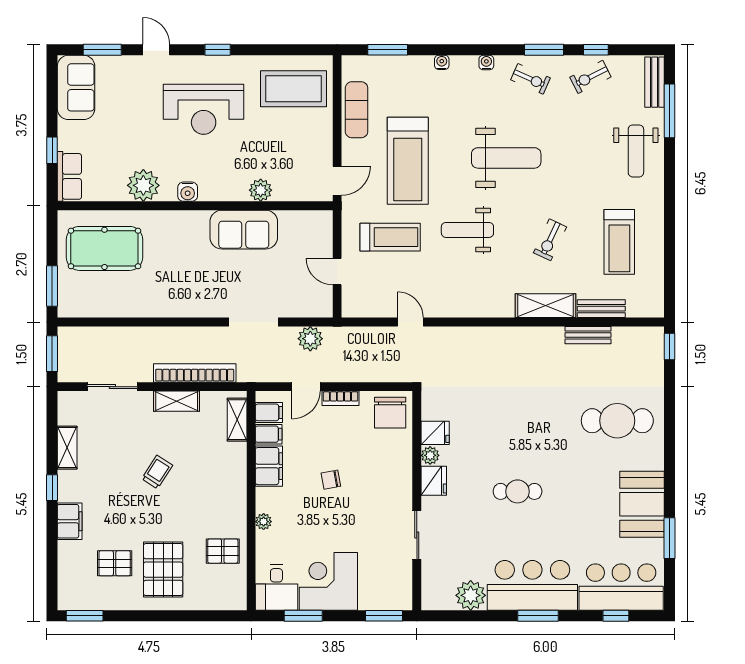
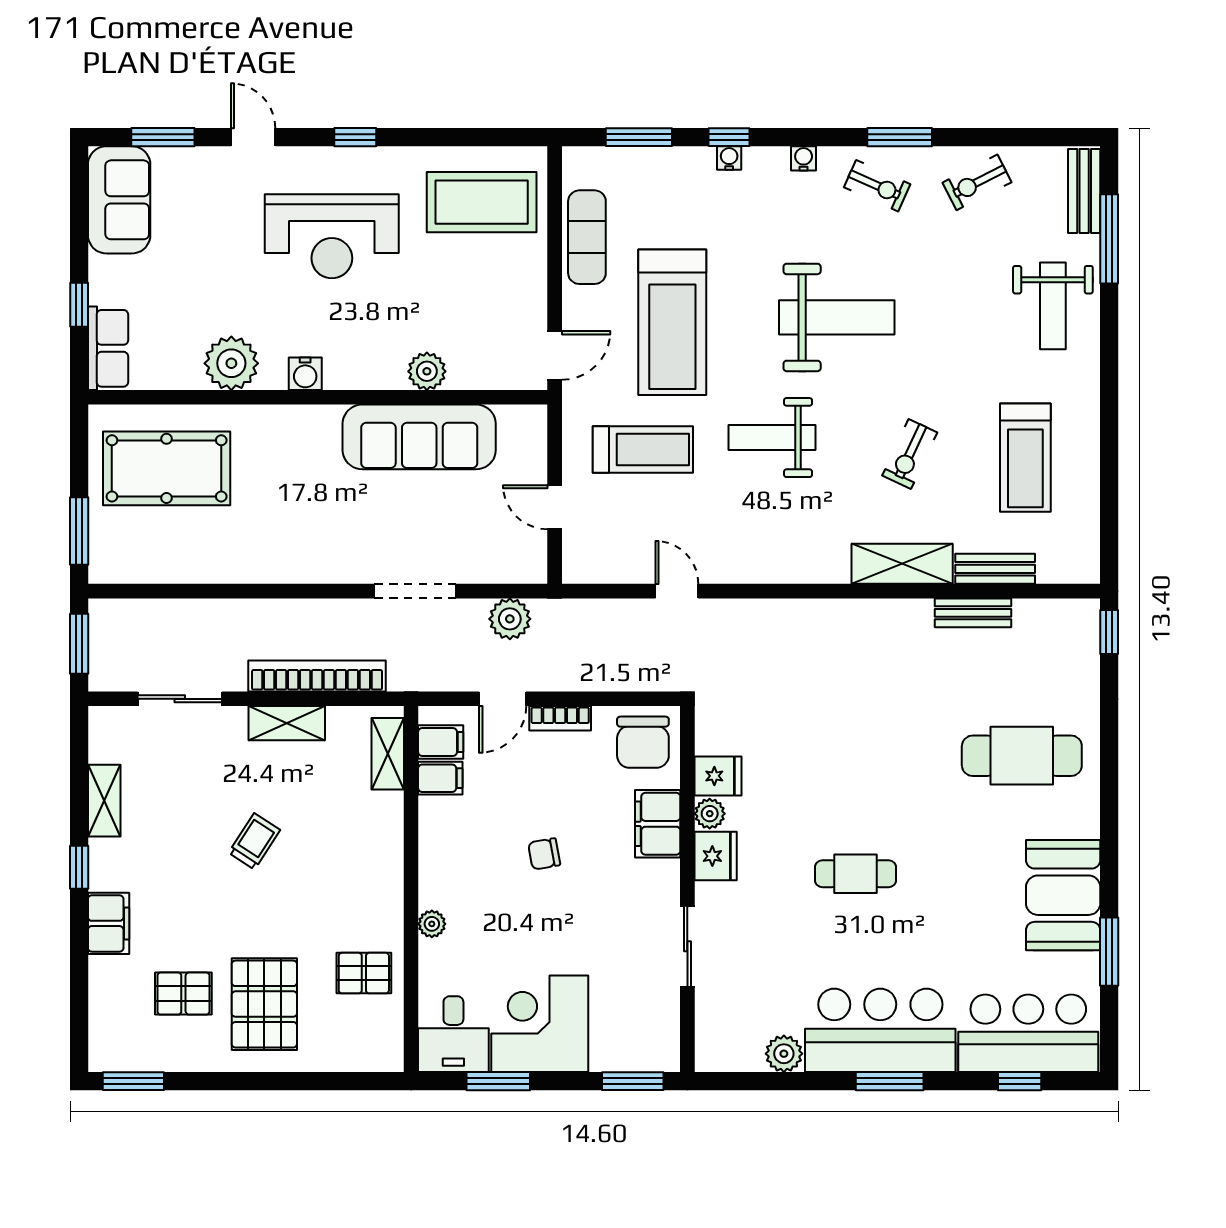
window: (596, 50) -> (729, 137), moved
sofa: (244, 230) -> (419, 437), width x1.36
filing cabinet: (269, 466) -> (658, 824), moved, turned 180
plant: (471, 595) -> (784, 1054), width x0.73, depth x0.73

